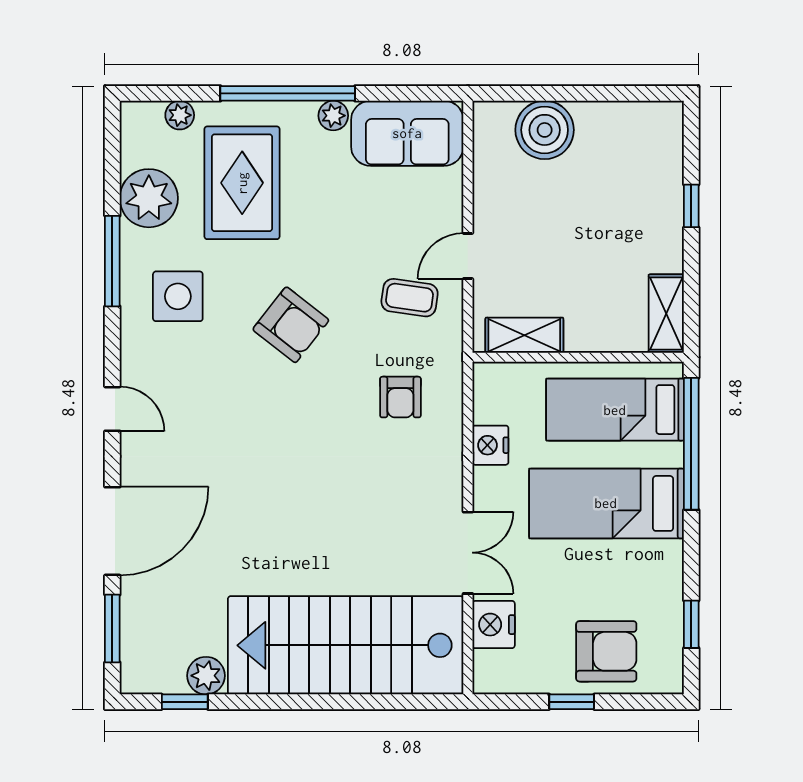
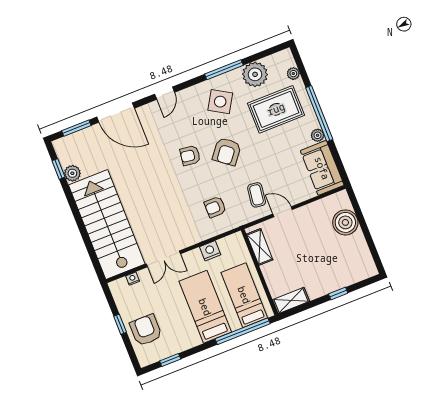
side table: (178, 296) -> (220, 102), turned 31
armchair: (268, 407) -> (190, 156), added
nightstand: (494, 625) -> (133, 279), width x0.53, depth x0.56
armchair: (606, 651) -> (146, 330), turned 180

